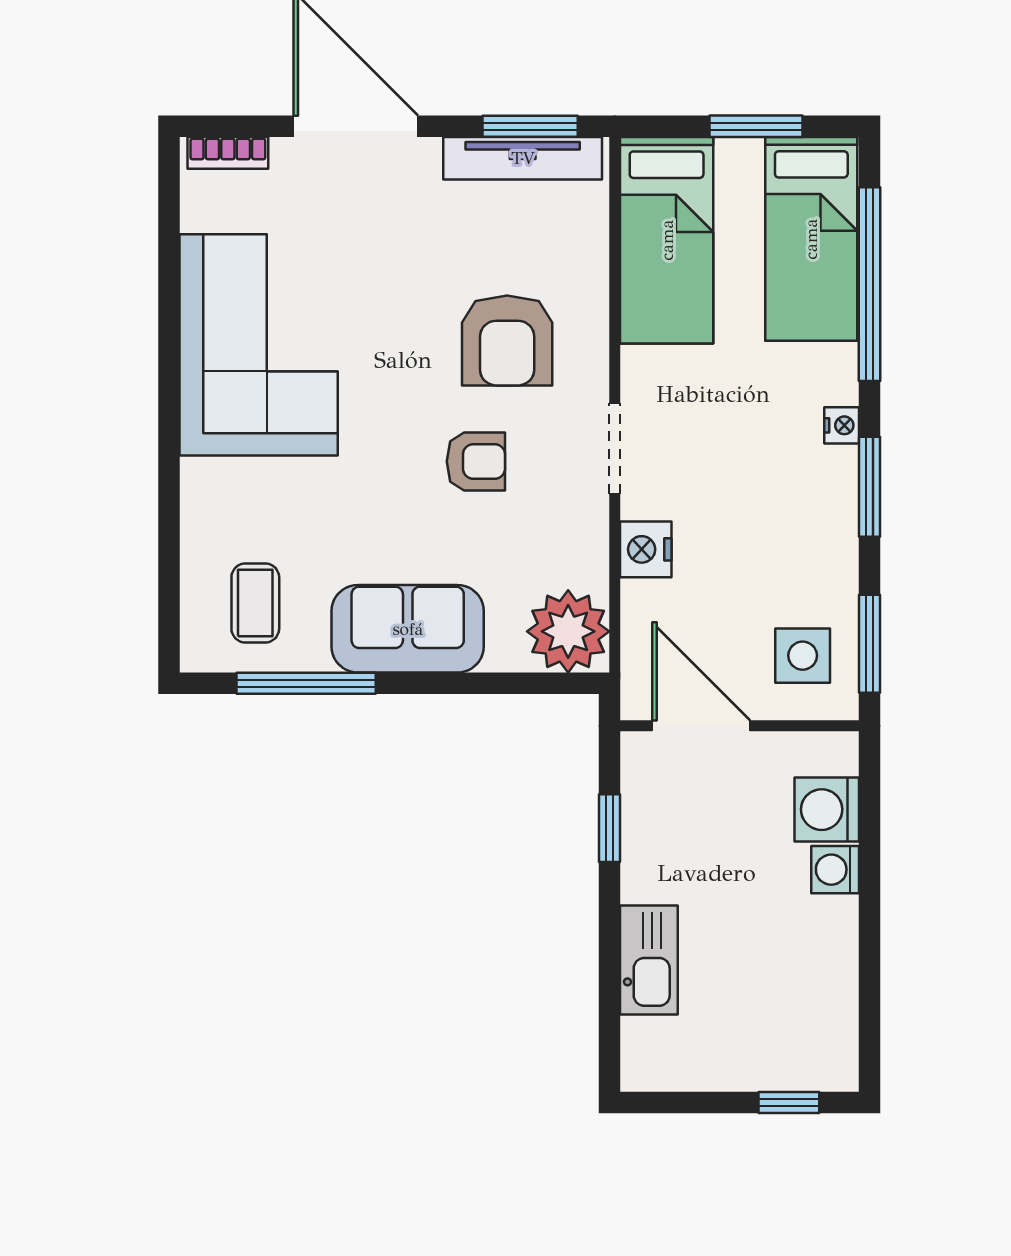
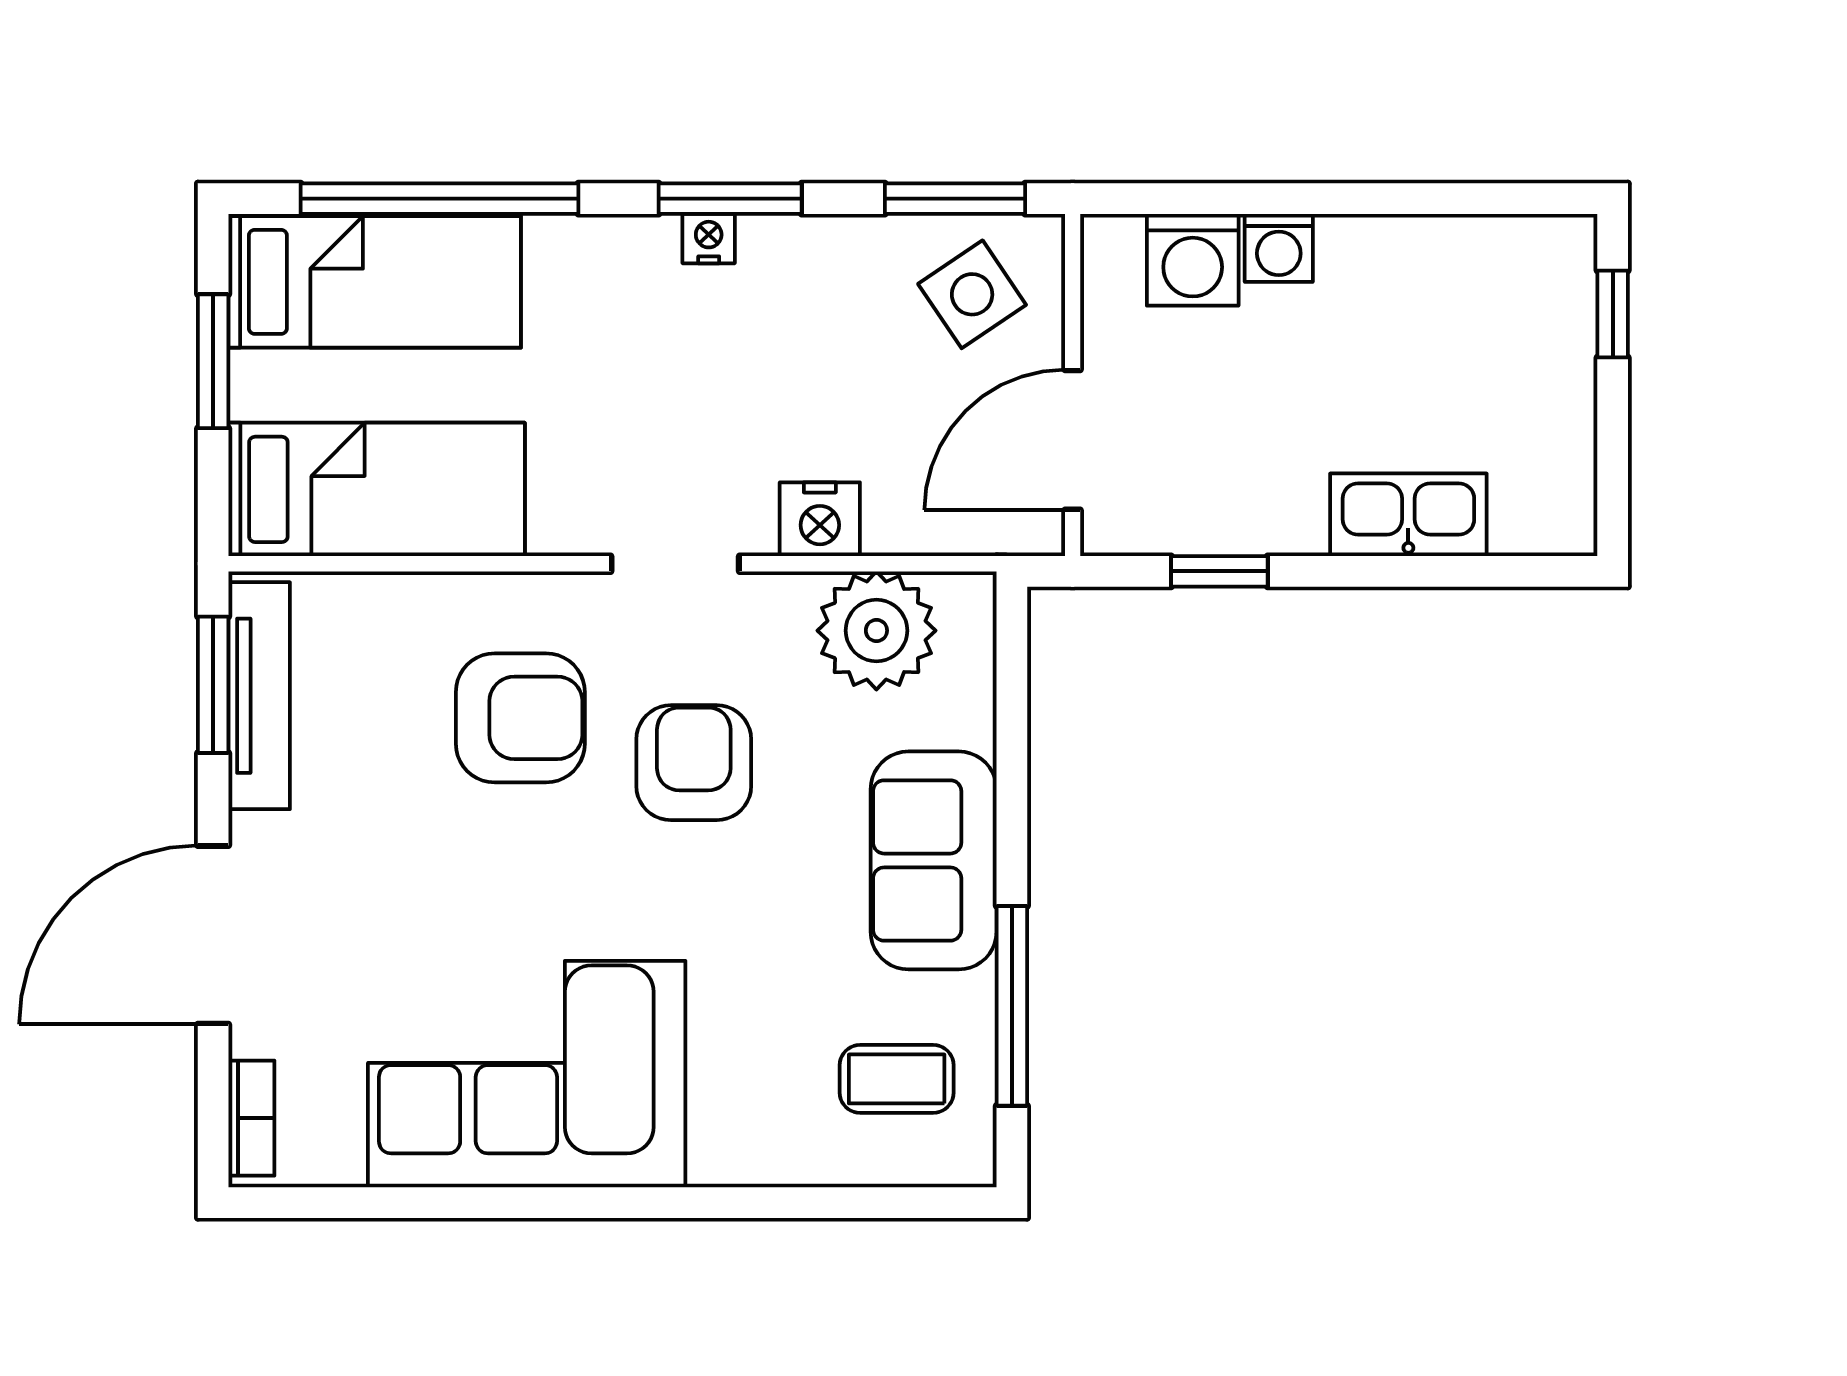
nightstand: (842, 425) -> (709, 239), moved
armchair: (476, 461) -> (694, 763), width x1.38, depth x1.38
plant: (568, 631) -> (876, 631), moved
side table: (803, 656) -> (972, 294), turned -34

